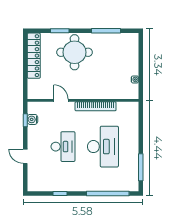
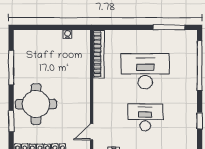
door: (61, 100) -> (92, 132), moved
bookcase: (96, 106) -> (99, 54), moved

